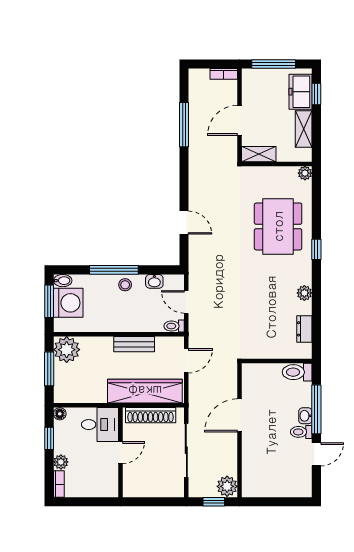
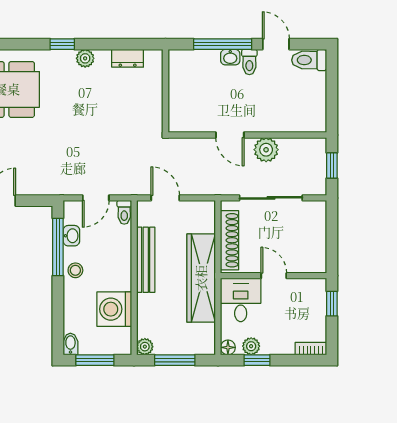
window: (316, 249) -> (62, 44), moved
window: (114, 270) -> (58, 247), moved
washing machine: (68, 303) -> (114, 309), moved, turned -90
bench: (134, 344) -> (146, 260), width x1.36
plant: (67, 350) -> (145, 347), width x0.53, depth x0.53
toilet: (297, 372) -> (309, 60), moved, turned 90
wardrobe: (145, 391) -> (201, 278), moved
door: (240, 415) -> (230, 135), width x0.73
plant: (61, 462) -> (251, 346), moved
plant: (227, 486) -> (266, 150), moved
window: (97, 502) -> (332, 304), added

